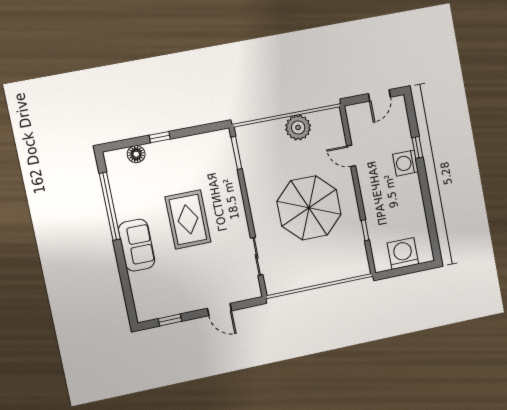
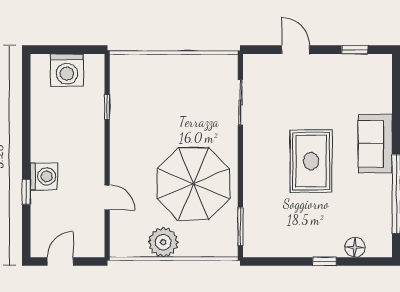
parasol: (309, 208) -> (193, 184), moved

